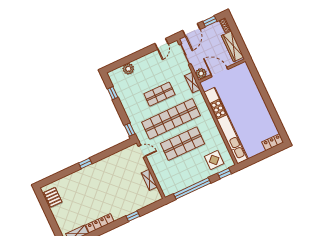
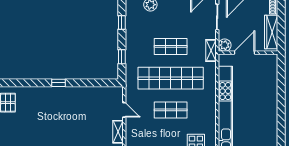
door: (219, 72) -> (245, 53), hinge flipped
window: (130, 130) -> (122, 57), moved
shop shelf: (183, 144) -> (171, 110), width x0.70, depth x0.74
door: (142, 151) -> (124, 110), moved

